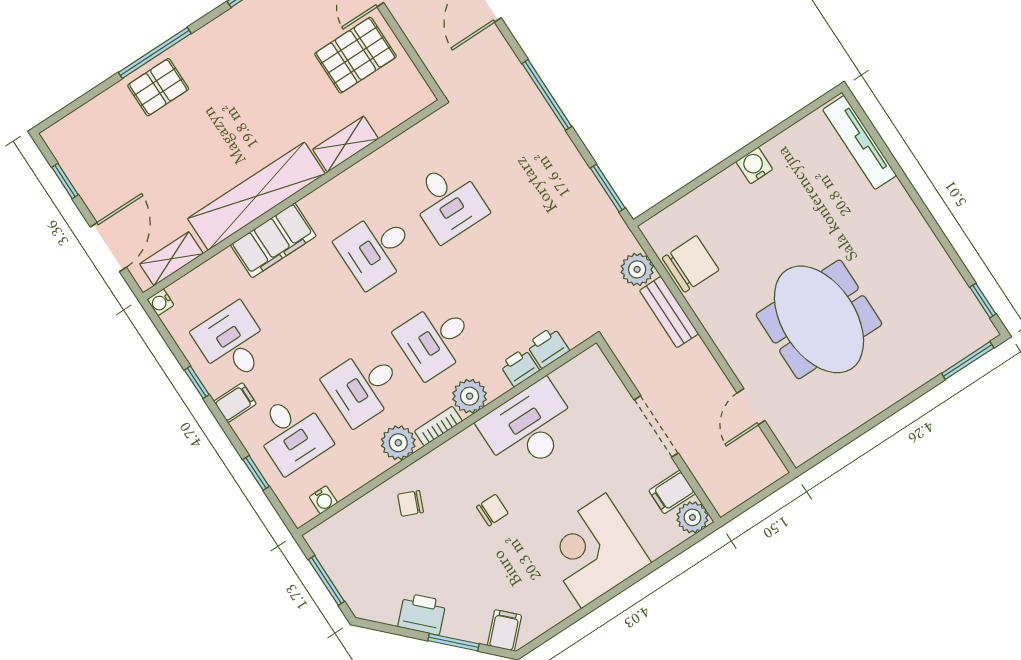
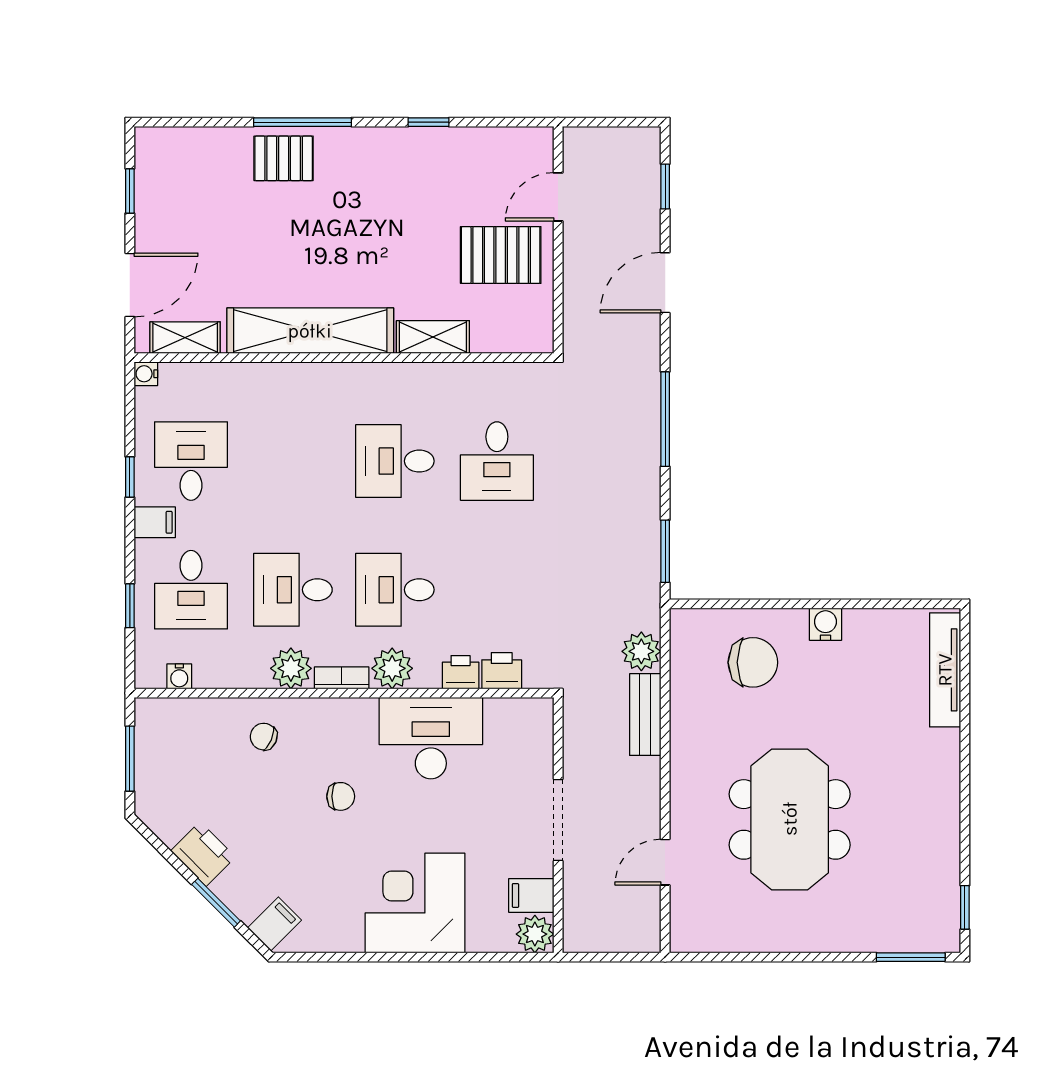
filing cabinet: (273, 240) -> (298, 386), removed
chair: (691, 264) -> (753, 662), moved

